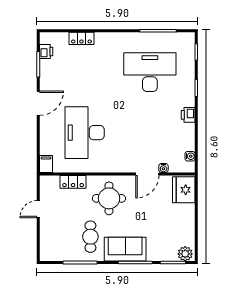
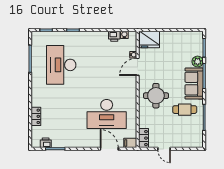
door: (38, 103) -> (109, 149), moved
printer: (188, 115) -> (114, 36), moved
door: (147, 174) -> (138, 67), swing flipped
locker: (73, 182) -> (144, 138), moved
plant: (185, 254) -> (198, 62), moved

